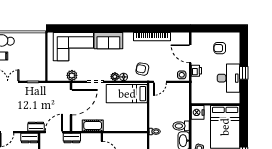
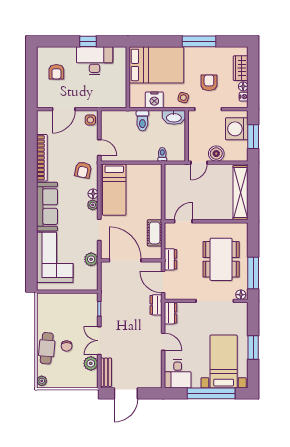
sofa: (108, 41) -> (47, 207), width x1.36
printer: (196, 71) -> (85, 101), removed
nightstand: (198, 112) -> (154, 100), moved
toilet: (181, 126) -> (142, 121), moved

